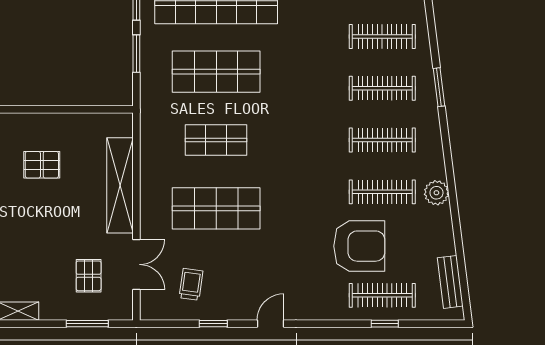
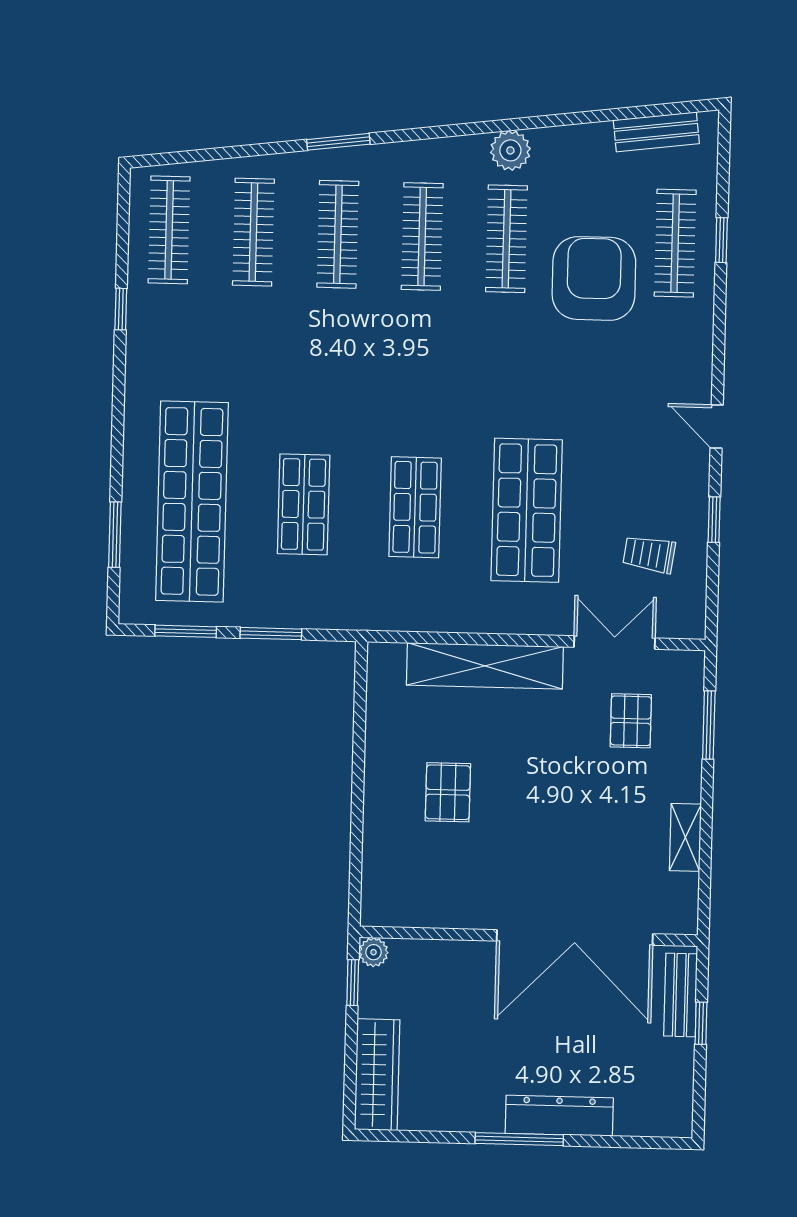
shop shelf: (216, 72) -> (304, 504), width x0.70, depth x0.74
pallet: (89, 276) -> (631, 721), turned 90

